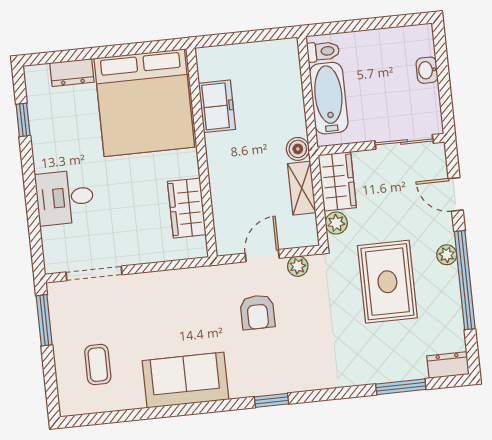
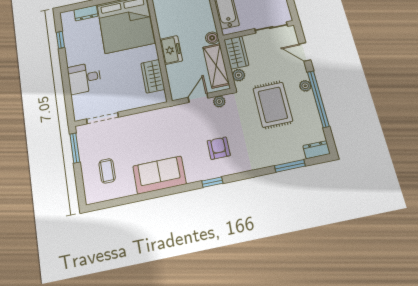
freezer: (217, 106) -> (171, 50), moved
shelving: (302, 188) -> (216, 66), width x1.50, depth x1.33
armchair: (257, 312) -> (219, 148), moved, turned 180

